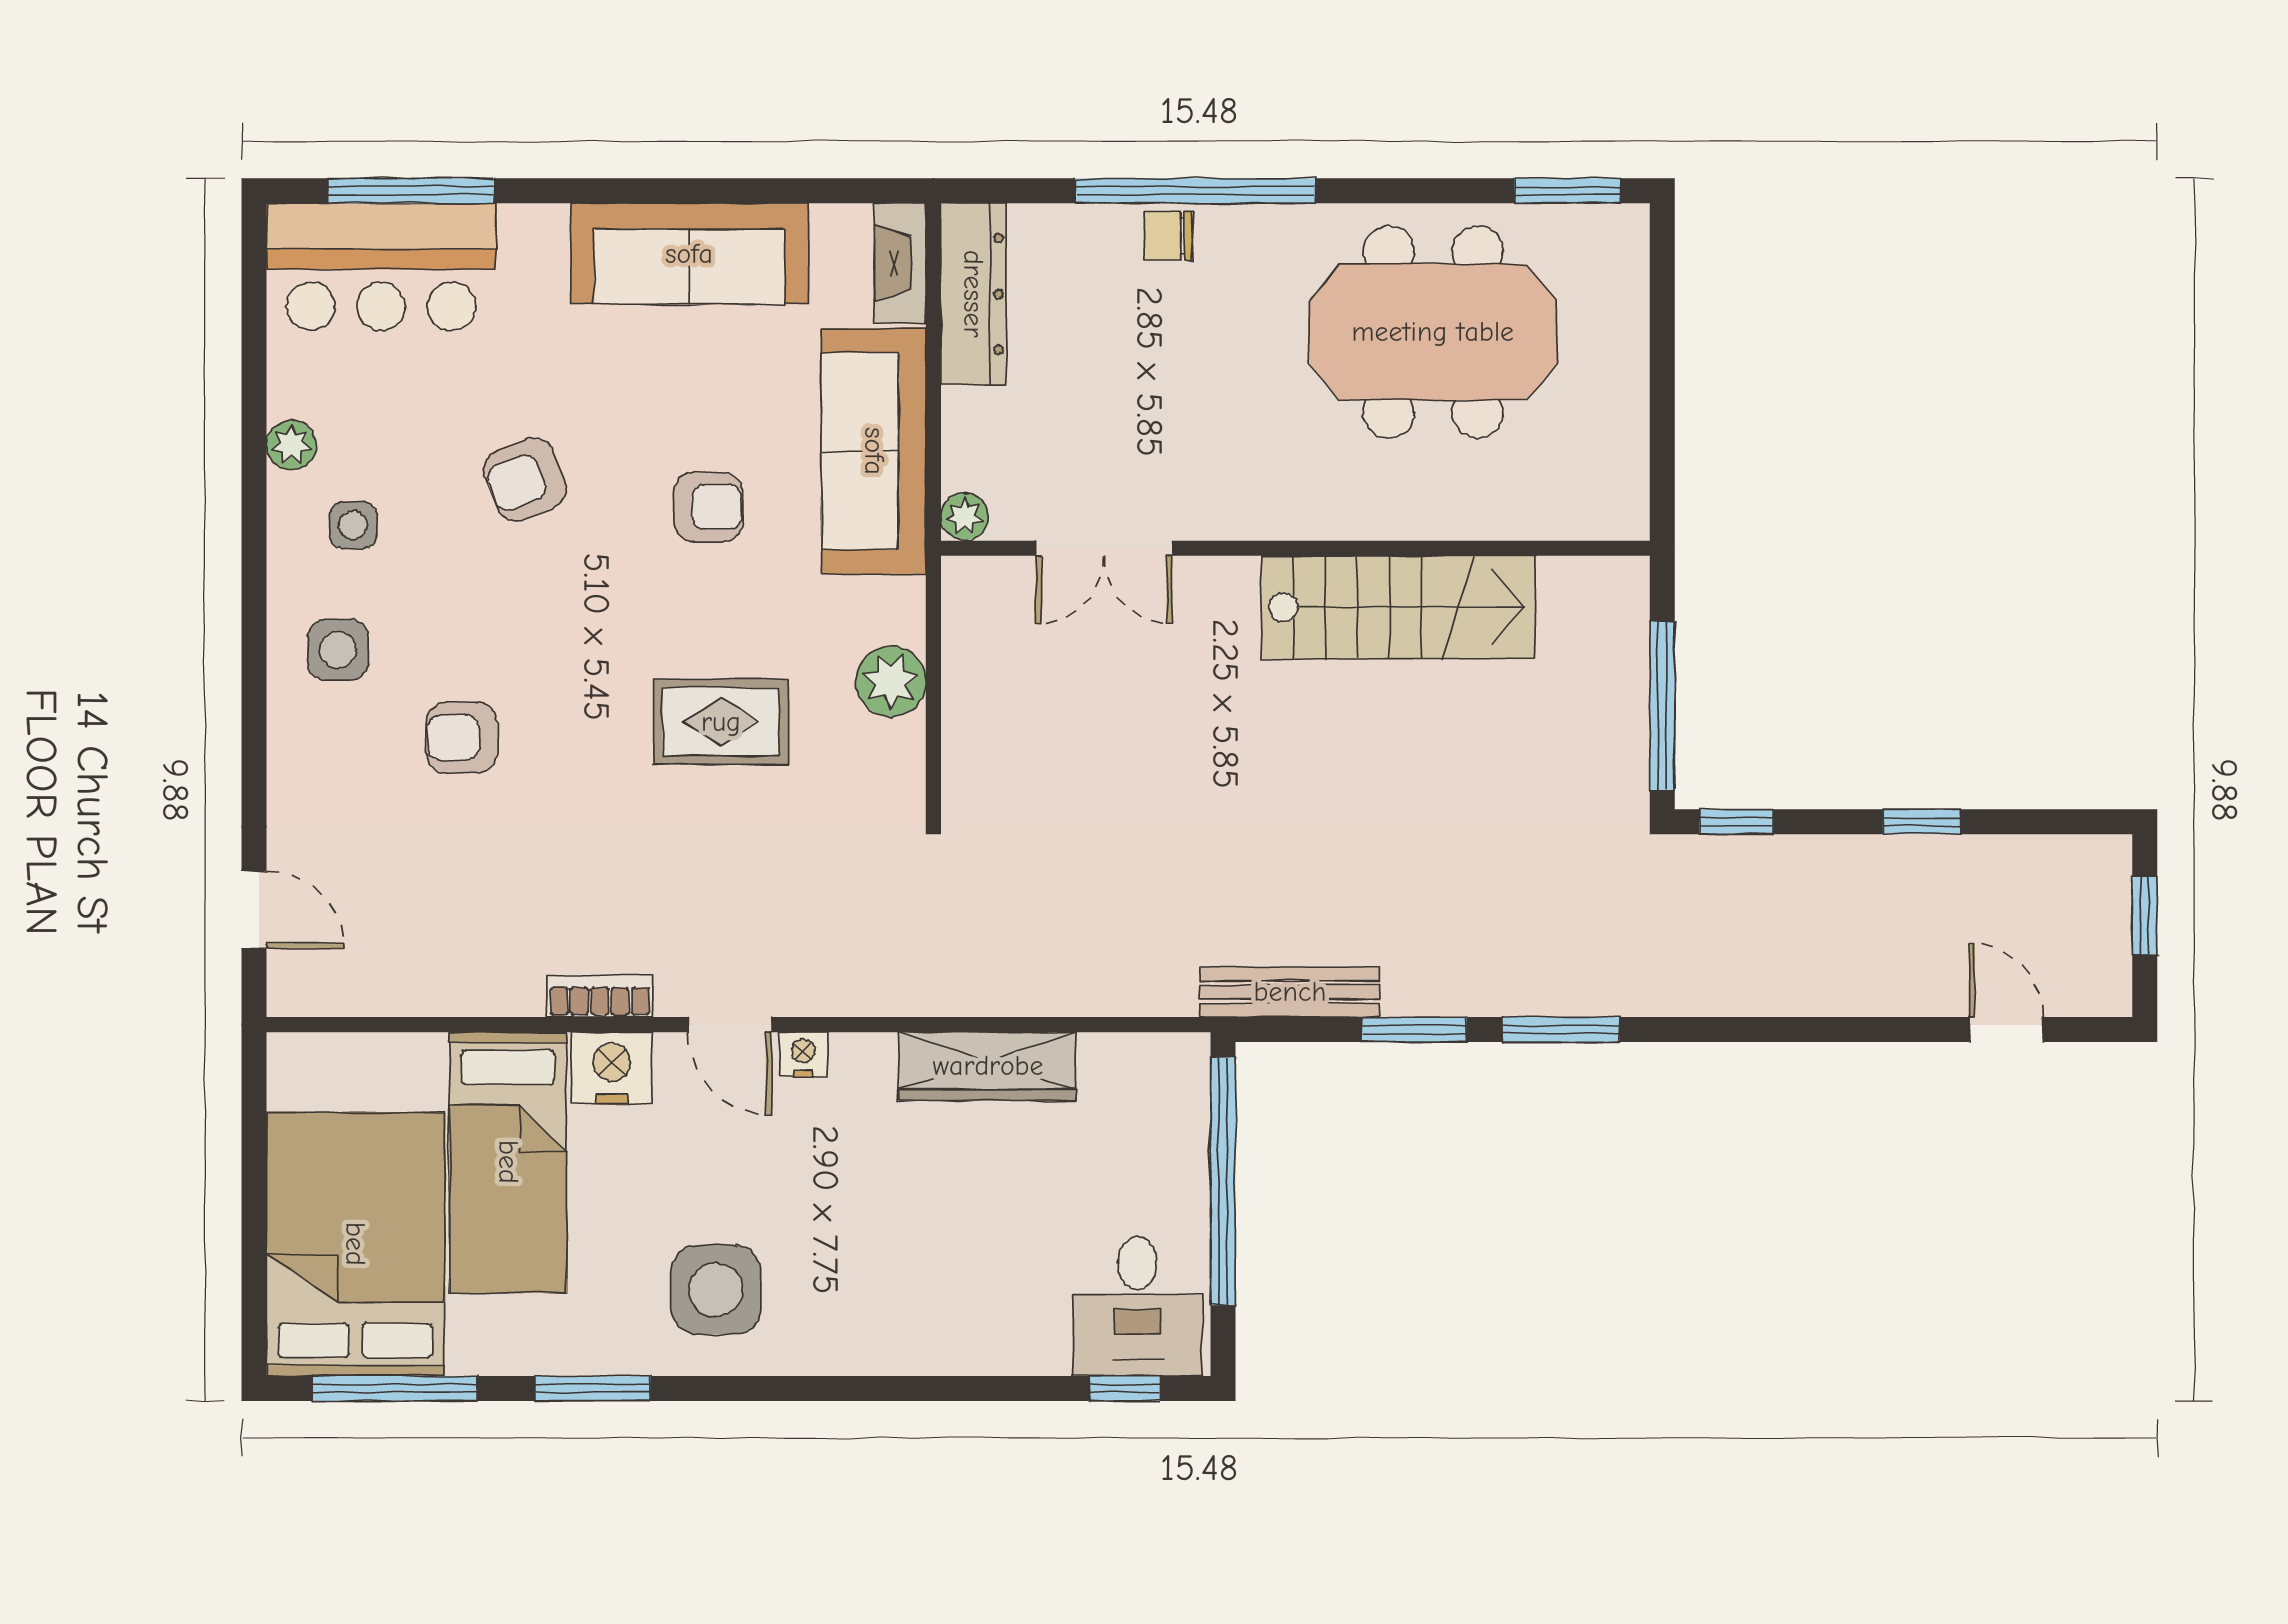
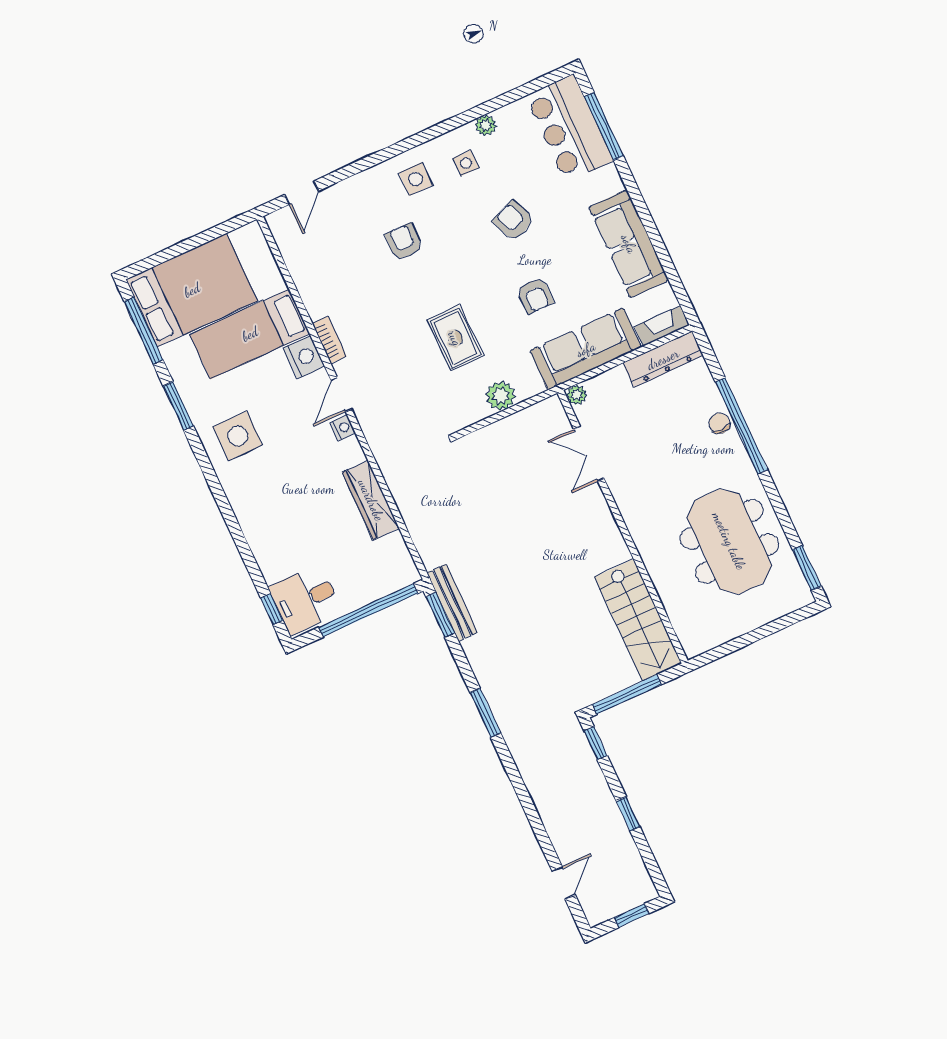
stairs: (1398, 607) -> (638, 620), moved
window: (1414, 1030) -> (440, 615), moved

